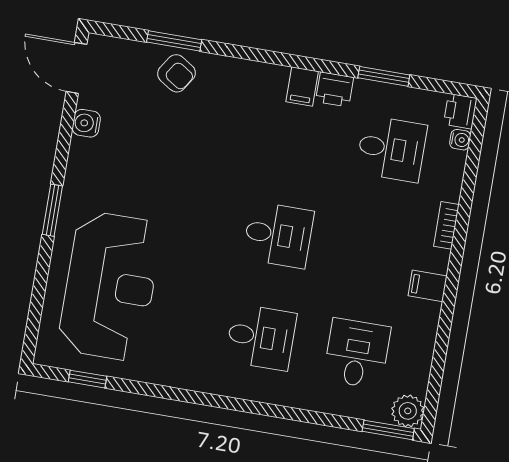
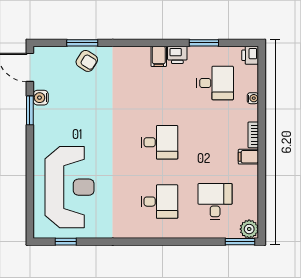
water cooler: (460, 140) -> (253, 98), moved
window: (52, 210) -> (30, 110), moved
bookcase: (446, 225) -> (253, 135), moved

